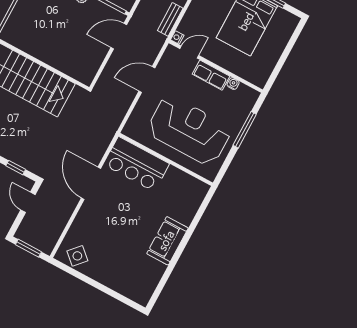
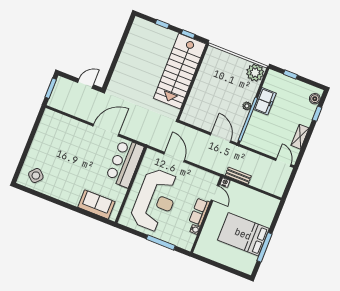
door: (147, 79) -> (174, 157), moved
window: (16, 168) -> (111, 71), removed
sofa: (167, 241) -> (96, 204), moved
side table: (77, 256) -> (36, 176), moved

